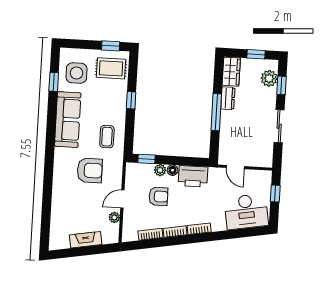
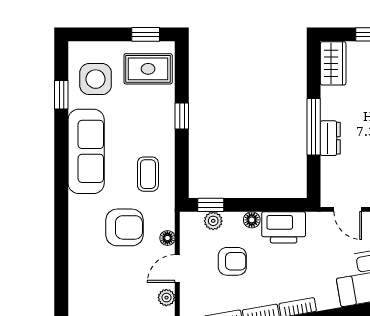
dresser: (228, 98) -> (330, 138), moved
plant: (160, 170) -> (213, 221), moved
floor lamp: (117, 179) -> (167, 238), added

